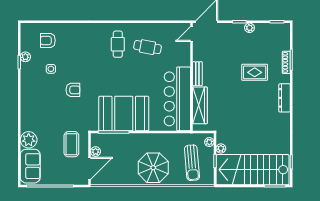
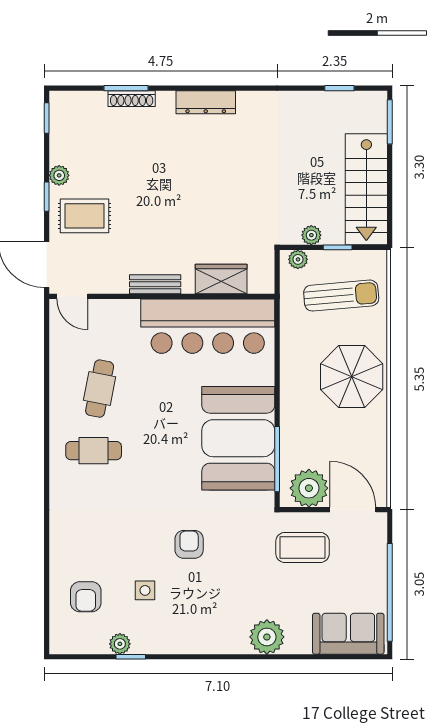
rug: (255, 72) -> (85, 216), moved, turned 90
wardrobe: (200, 105) -> (221, 279), width x0.67
plant: (29, 140) -> (267, 637), moved
plant: (96, 152) -> (309, 488), width x1.88, depth x1.88
stairs: (253, 170) -> (366, 189), width x0.73, depth x0.66

